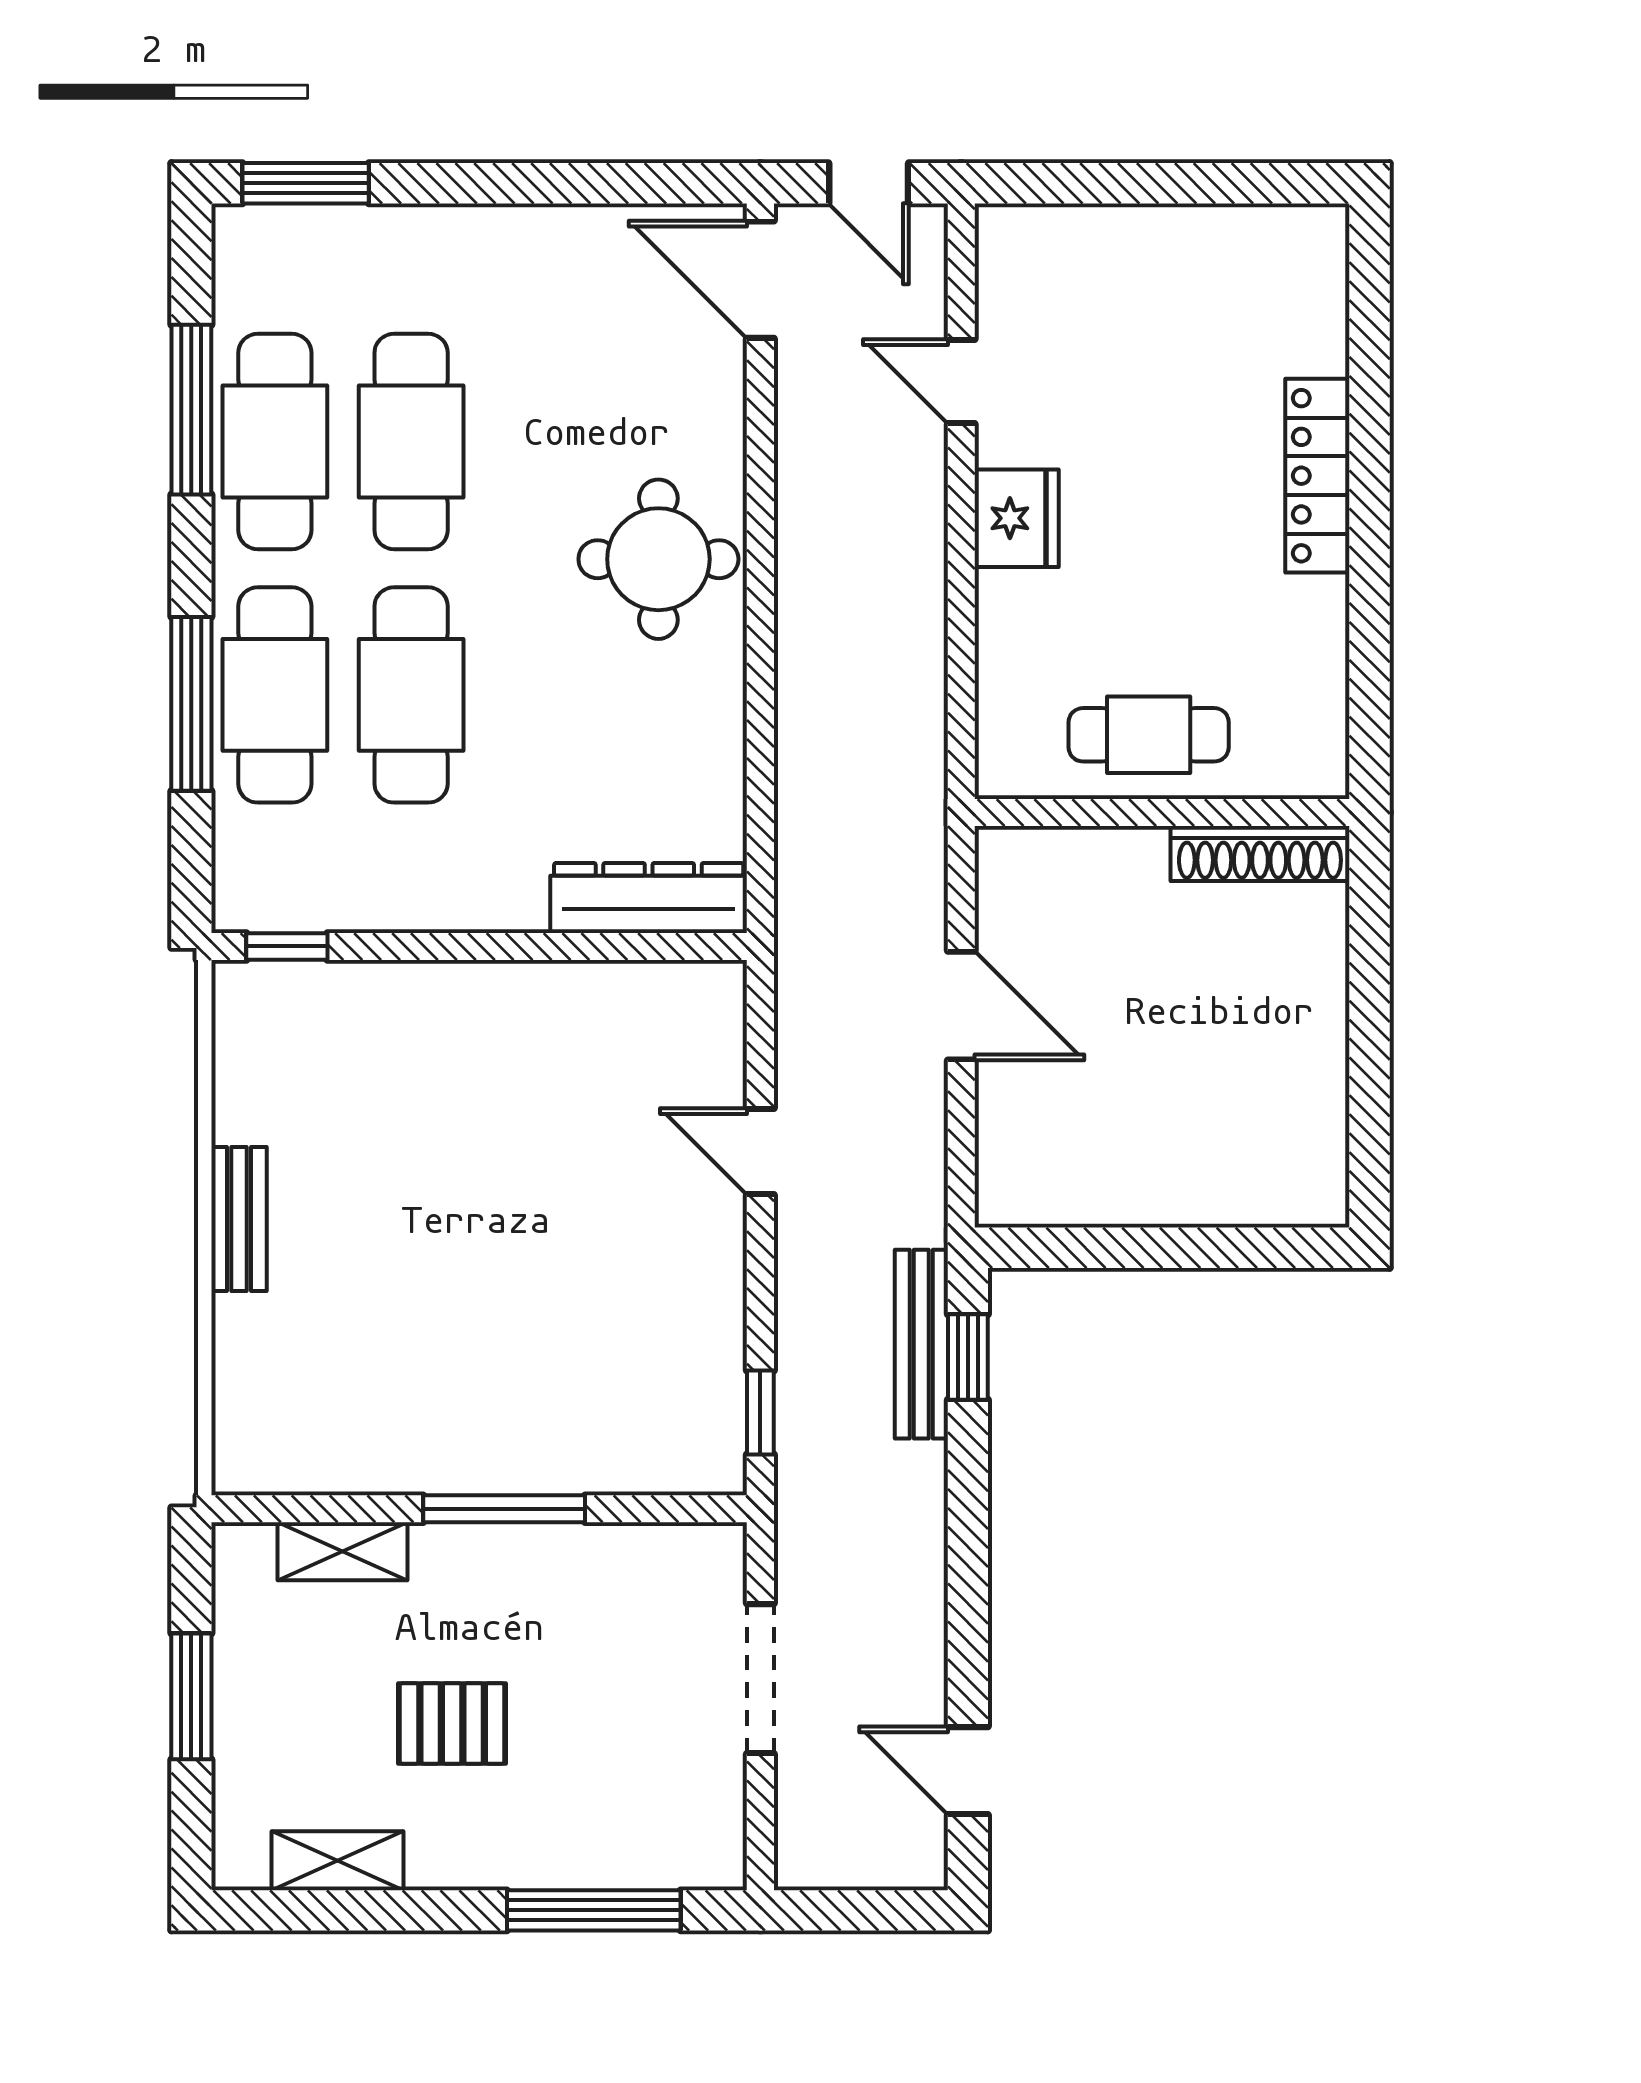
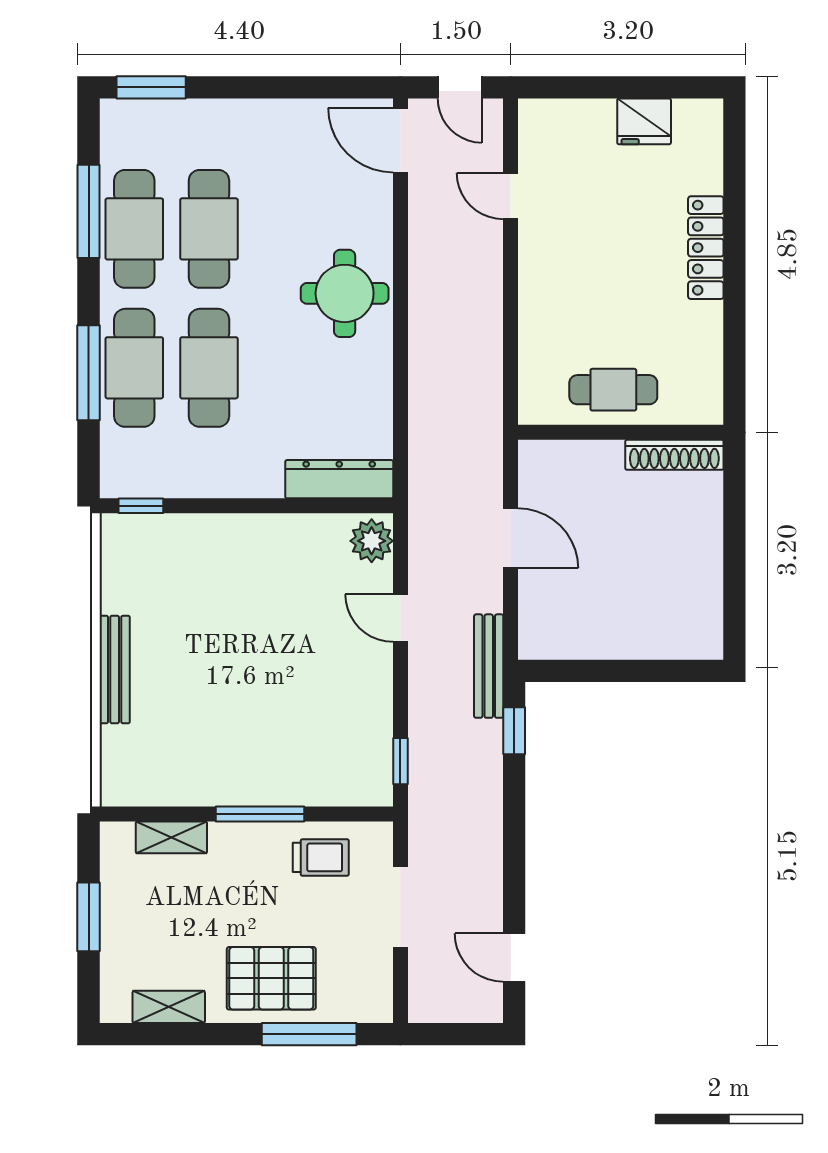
fridge: (1017, 518) -> (644, 121), moved, turned 90
plant: (708, 1010) -> (372, 541), added
bench: (239, 1219) -> (115, 670), width x1.36
bench: (921, 1344) -> (489, 666), moved
trolley: (615, 1588) -> (321, 857), added
pallet: (452, 1723) -> (271, 978), moved, width x1.50, depth x1.42

